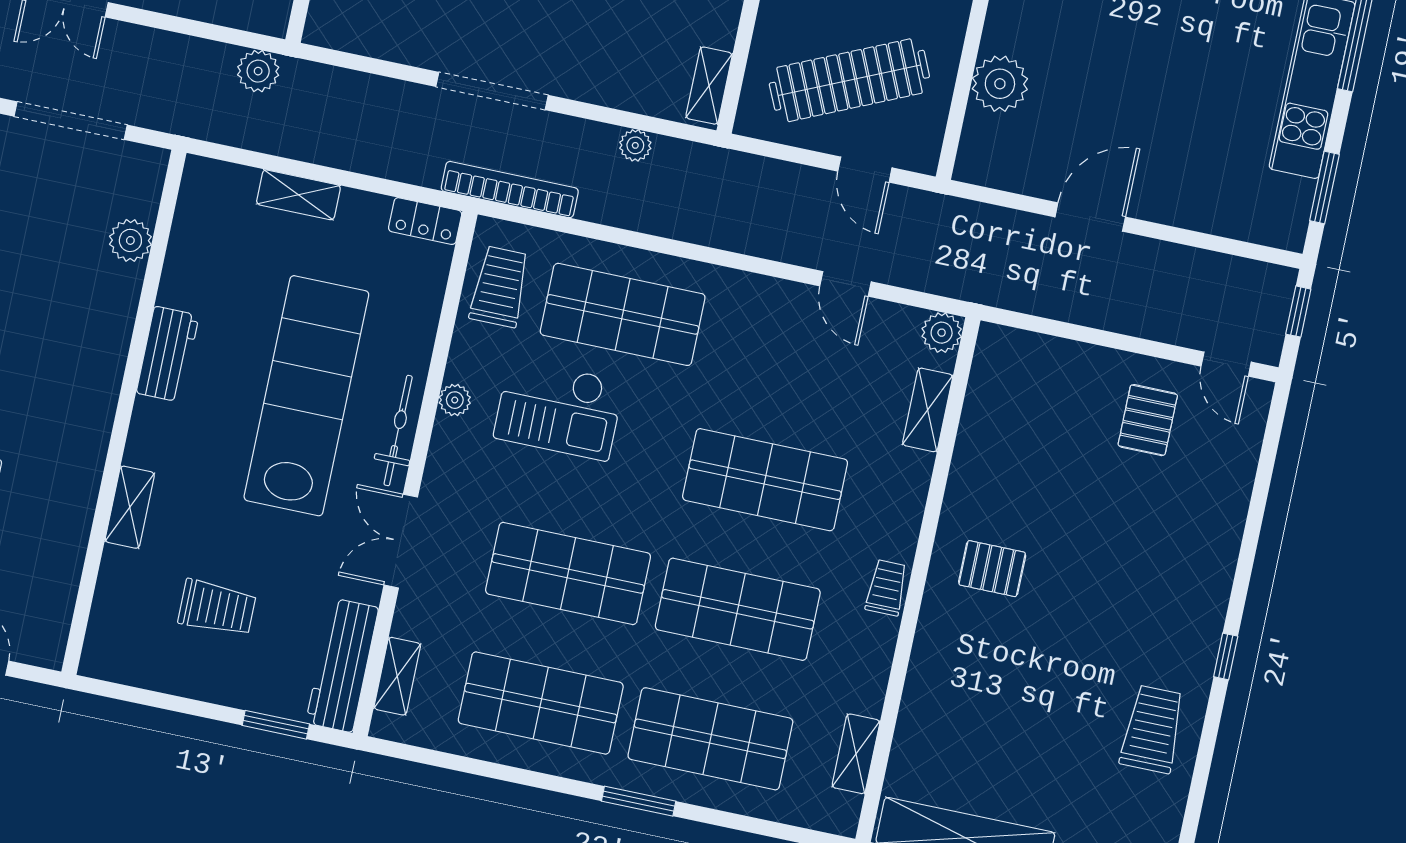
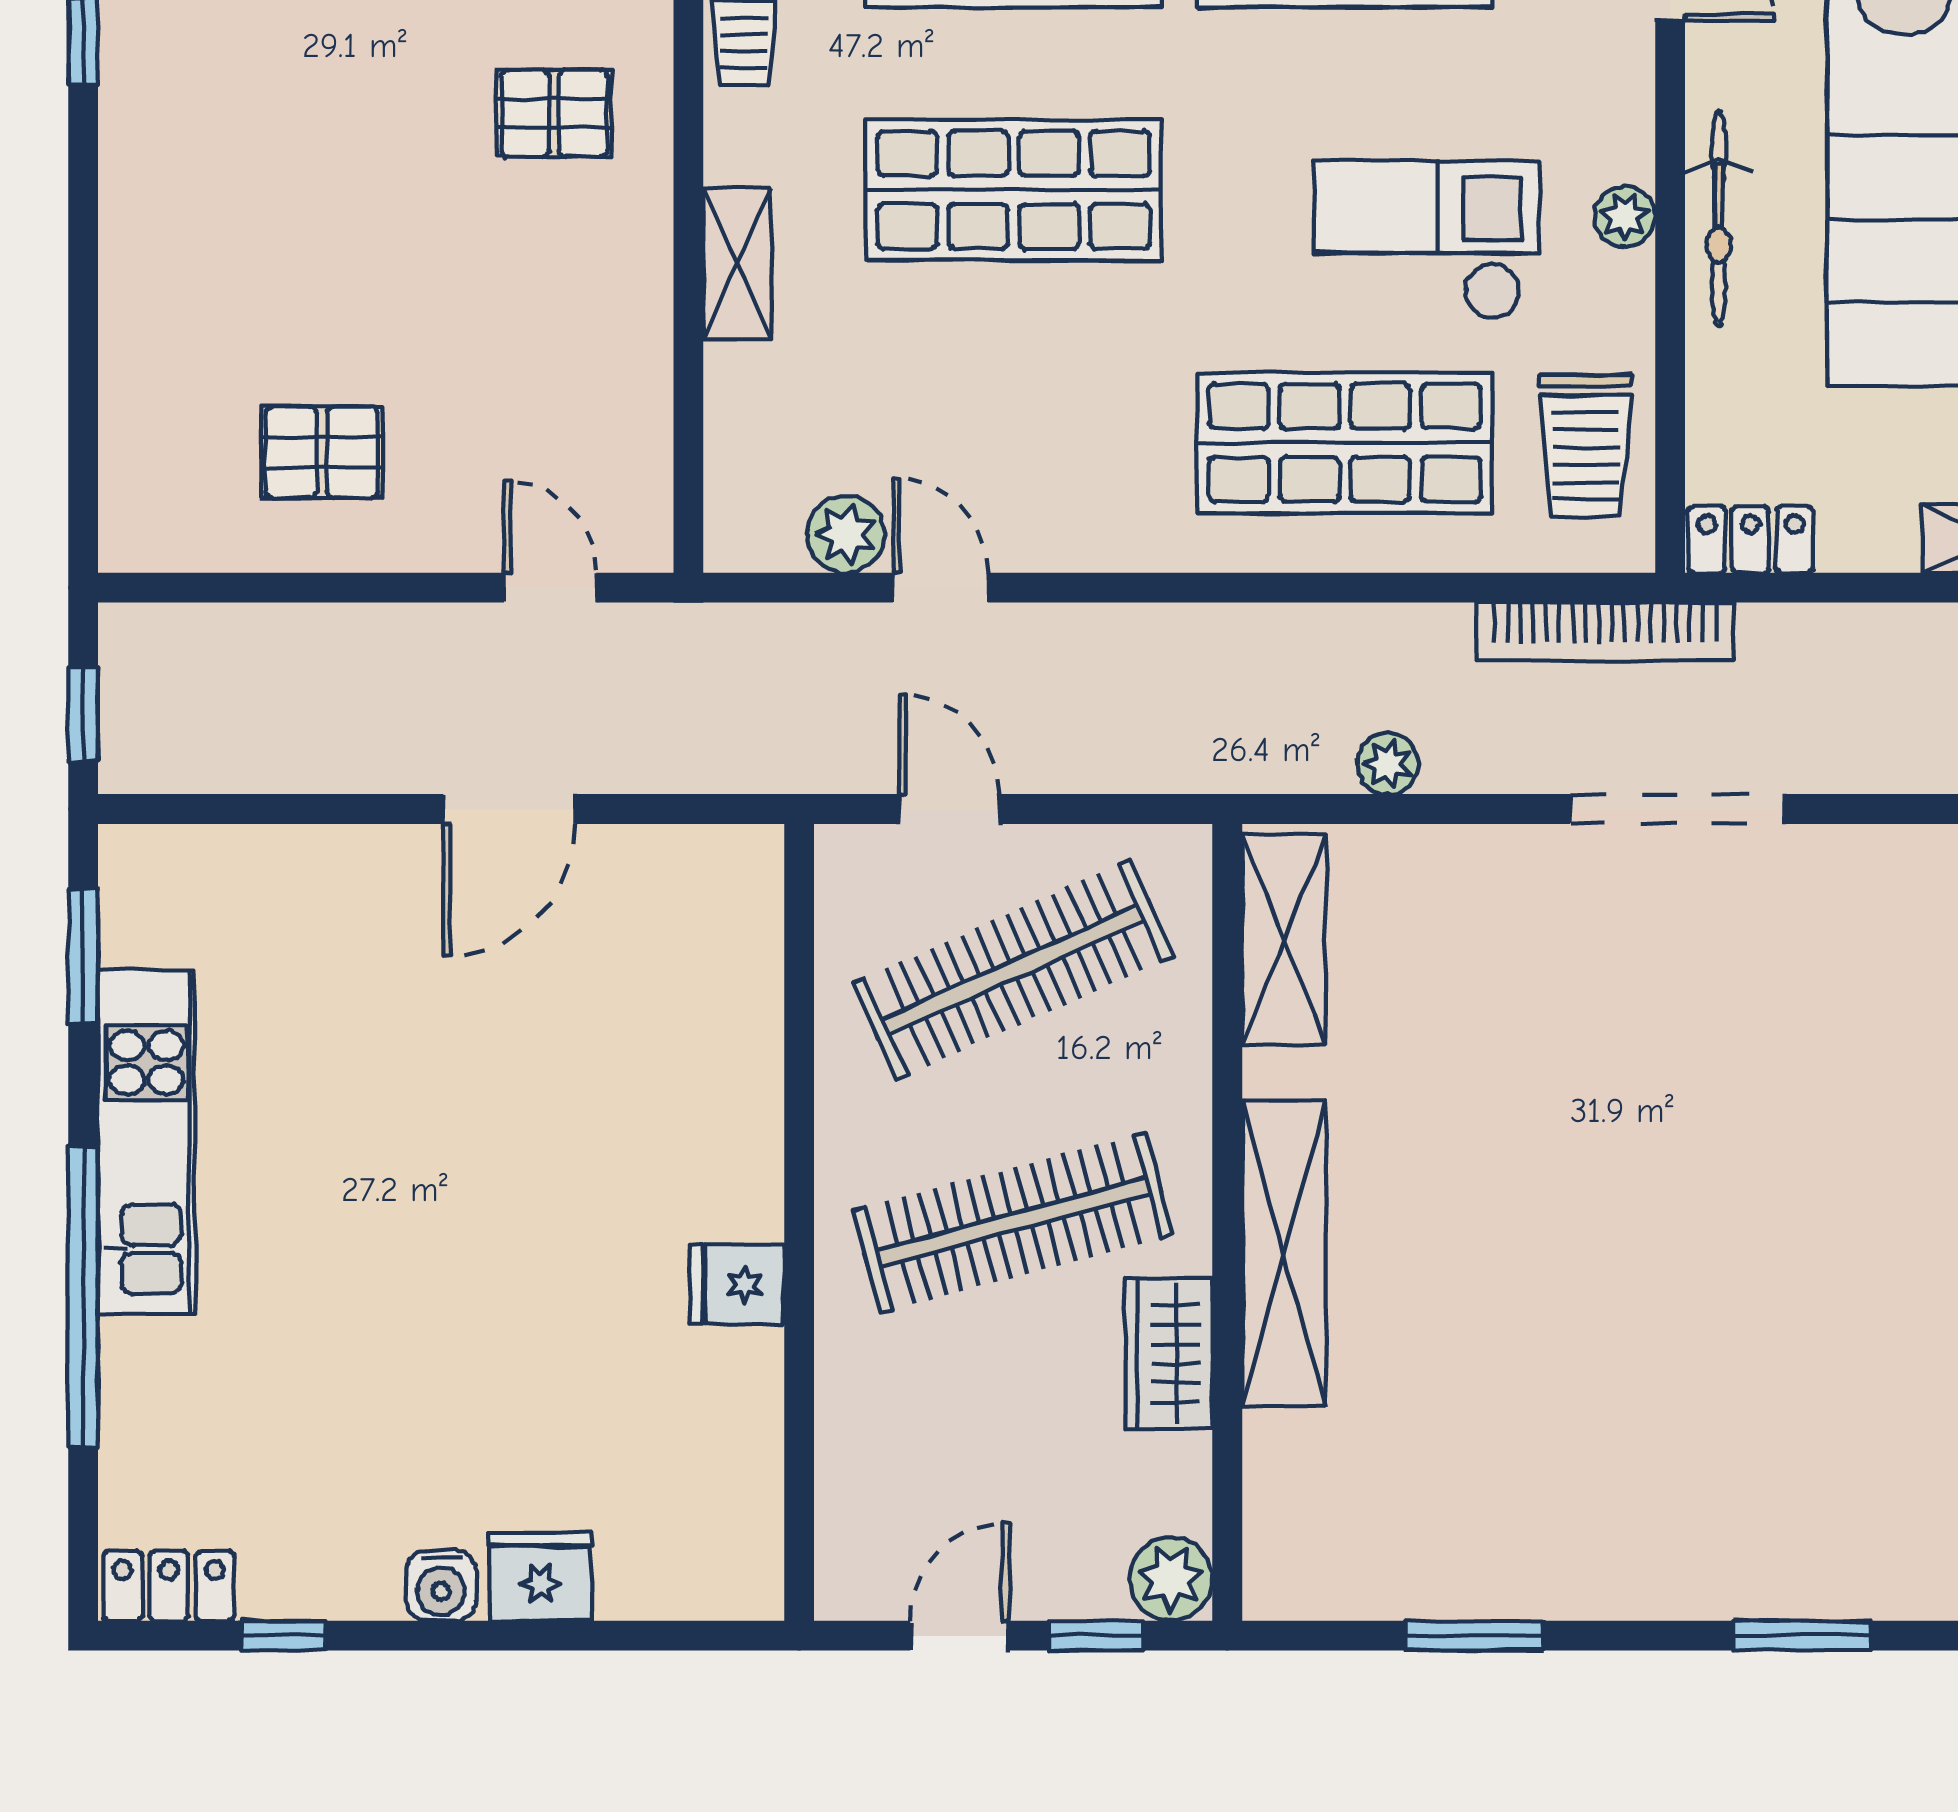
plant: (1000, 84) -> (731, 1022), removed
shelving: (709, 86) -> (1284, 940), width x1.50, depth x1.33
plant: (942, 333) -> (846, 534), moved
door: (1226, 364) -> (550, 588), moved
shelving: (928, 410) -> (737, 263), moved
pallet: (1148, 420) -> (322, 452), turned 90
bicycle: (398, 431) -> (1719, 219), moved

